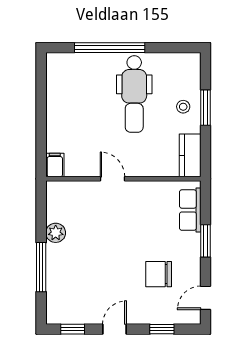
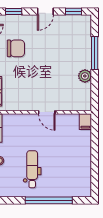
dental chair: (134, 94) -> (32, 169), width x0.73, depth x0.72

